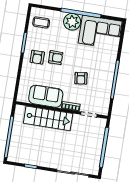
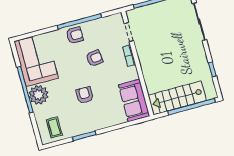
armchair: (37, 57) -> (75, 35), moved
sofa: (46, 96) -> (134, 100), moved
stairs: (48, 118) -> (177, 98), moved, turned -90

